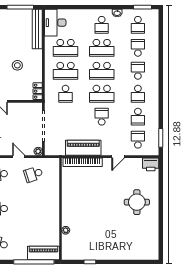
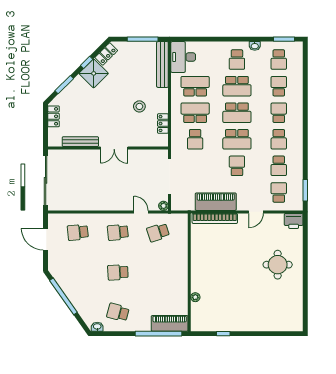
school desk: (66, 48) -> (195, 86), turned 180
school desk: (66, 71) -> (195, 113), turned 180
locker: (38, 91) -> (163, 123), moved

